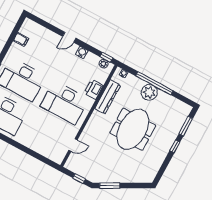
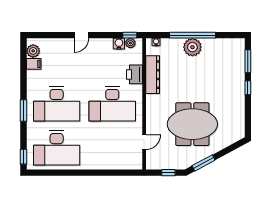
plant: (26, 29) -> (33, 51), added
water cooler: (82, 52) -> (119, 44), moved
meeting table: (133, 129) -> (192, 124), moved, turned 90

